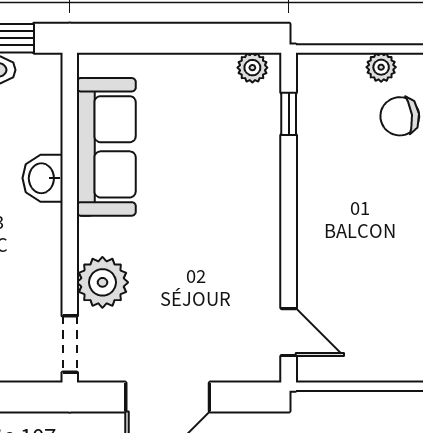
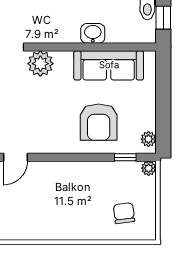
plant: (381, 67) -> (149, 168), moved
armchair: (219, 167) -> (99, 122), added

